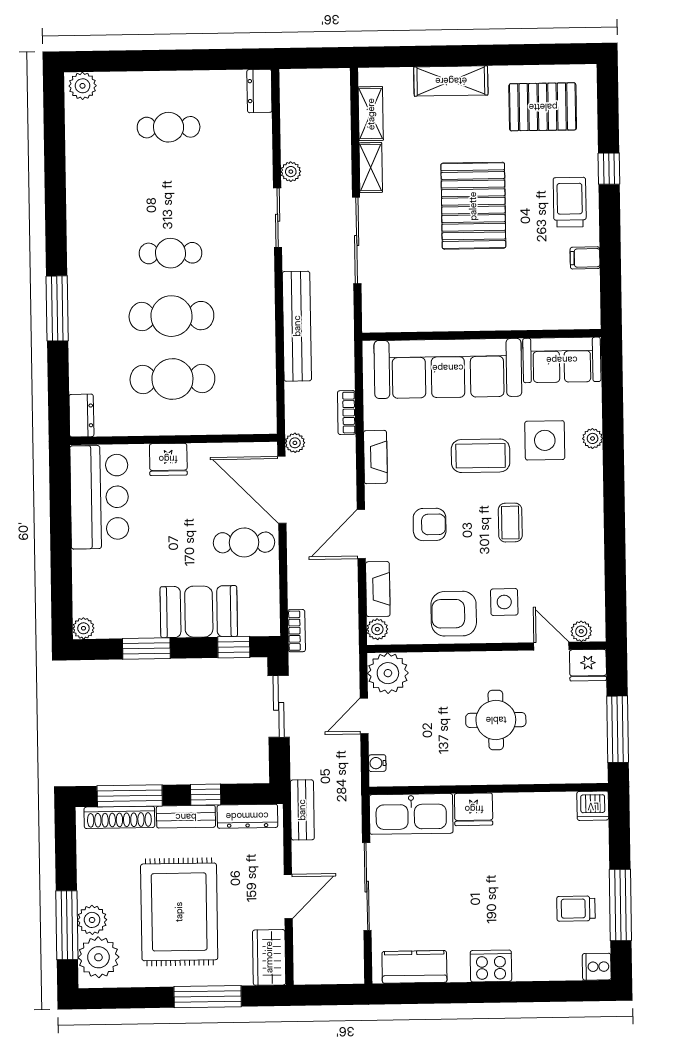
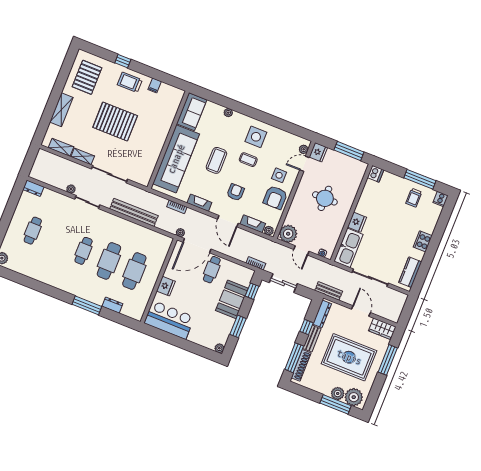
dresser: (81, 416) -> (112, 305), moved
side table: (545, 440) -> (256, 137), moved

